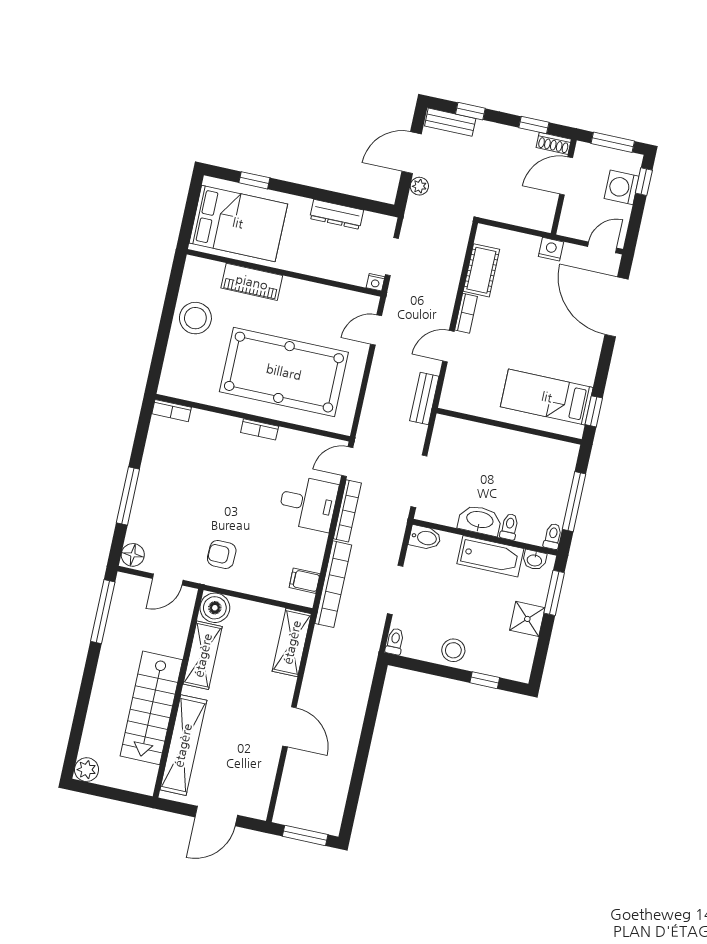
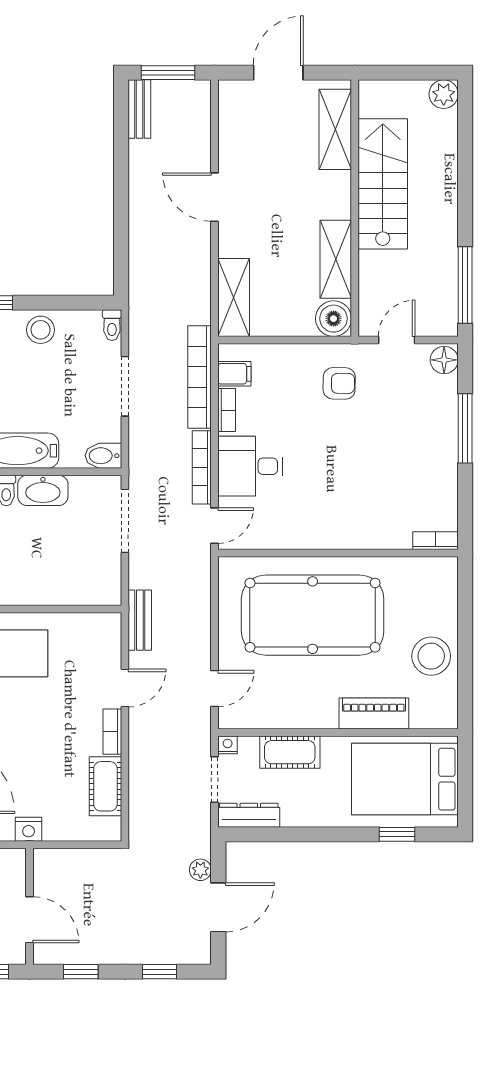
bench: (450, 122) -> (139, 109), moved, turned 90
shoe rack: (554, 143) -> (53, 955), removed
door: (566, 176) -> (30, 920), hinge flipped
dresser: (337, 214) -> (249, 815), moved
cot: (326, 265) -> (290, 752), added
bookcase: (260, 429) -> (227, 410), moved, turned 90
shelving: (183, 745) -> (335, 129), width x0.68

